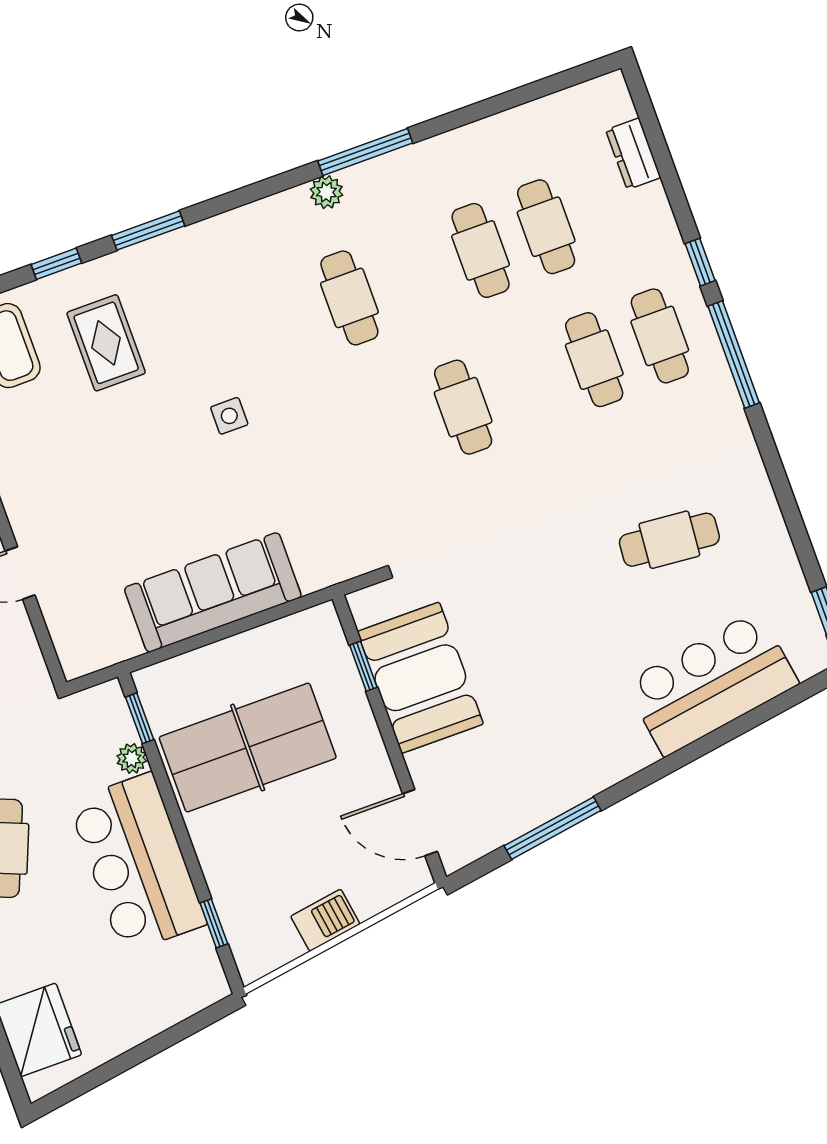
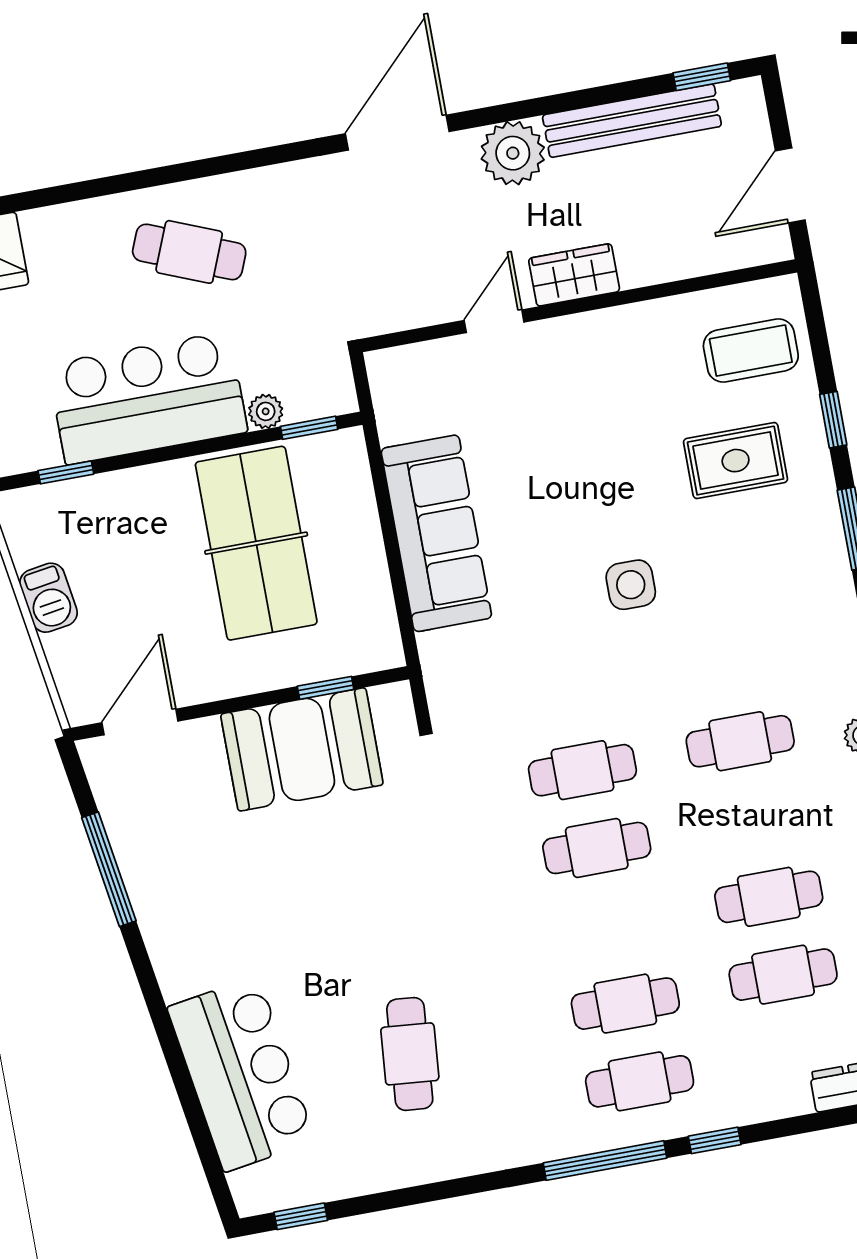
side table: (229, 416) -> (631, 585), width x1.37, depth x1.37
cafe table: (398, 431) -> (582, 770), added

